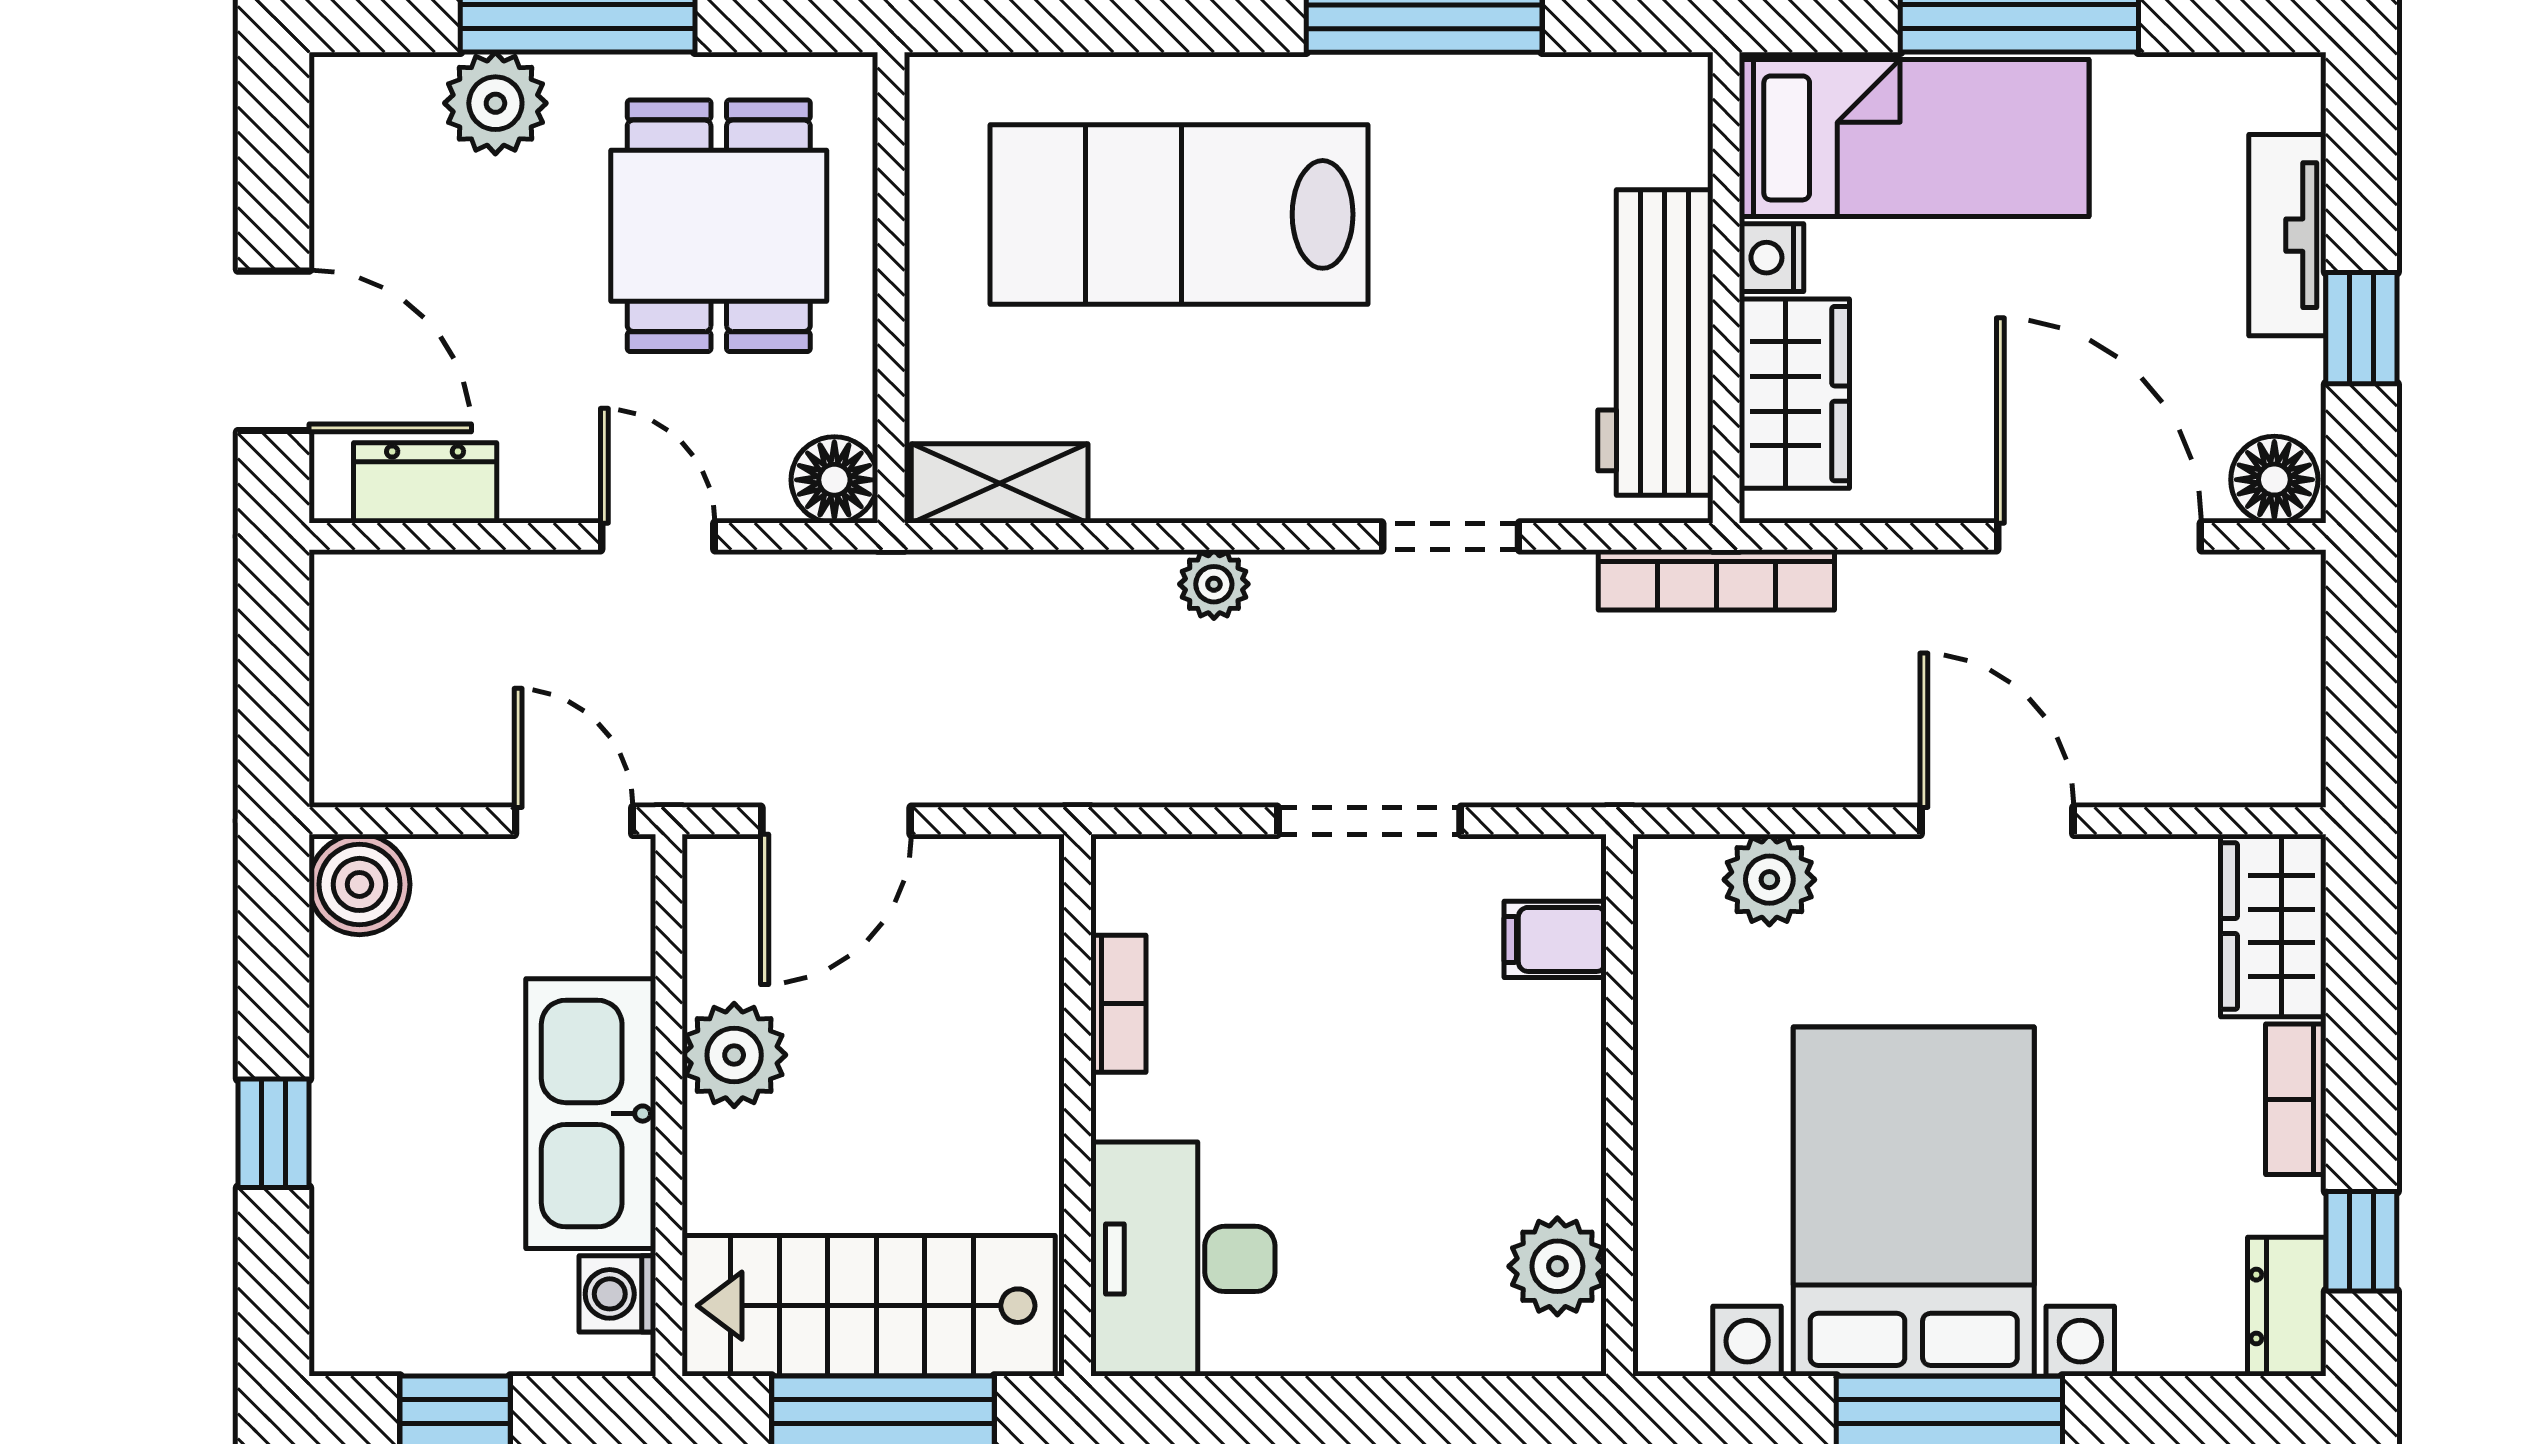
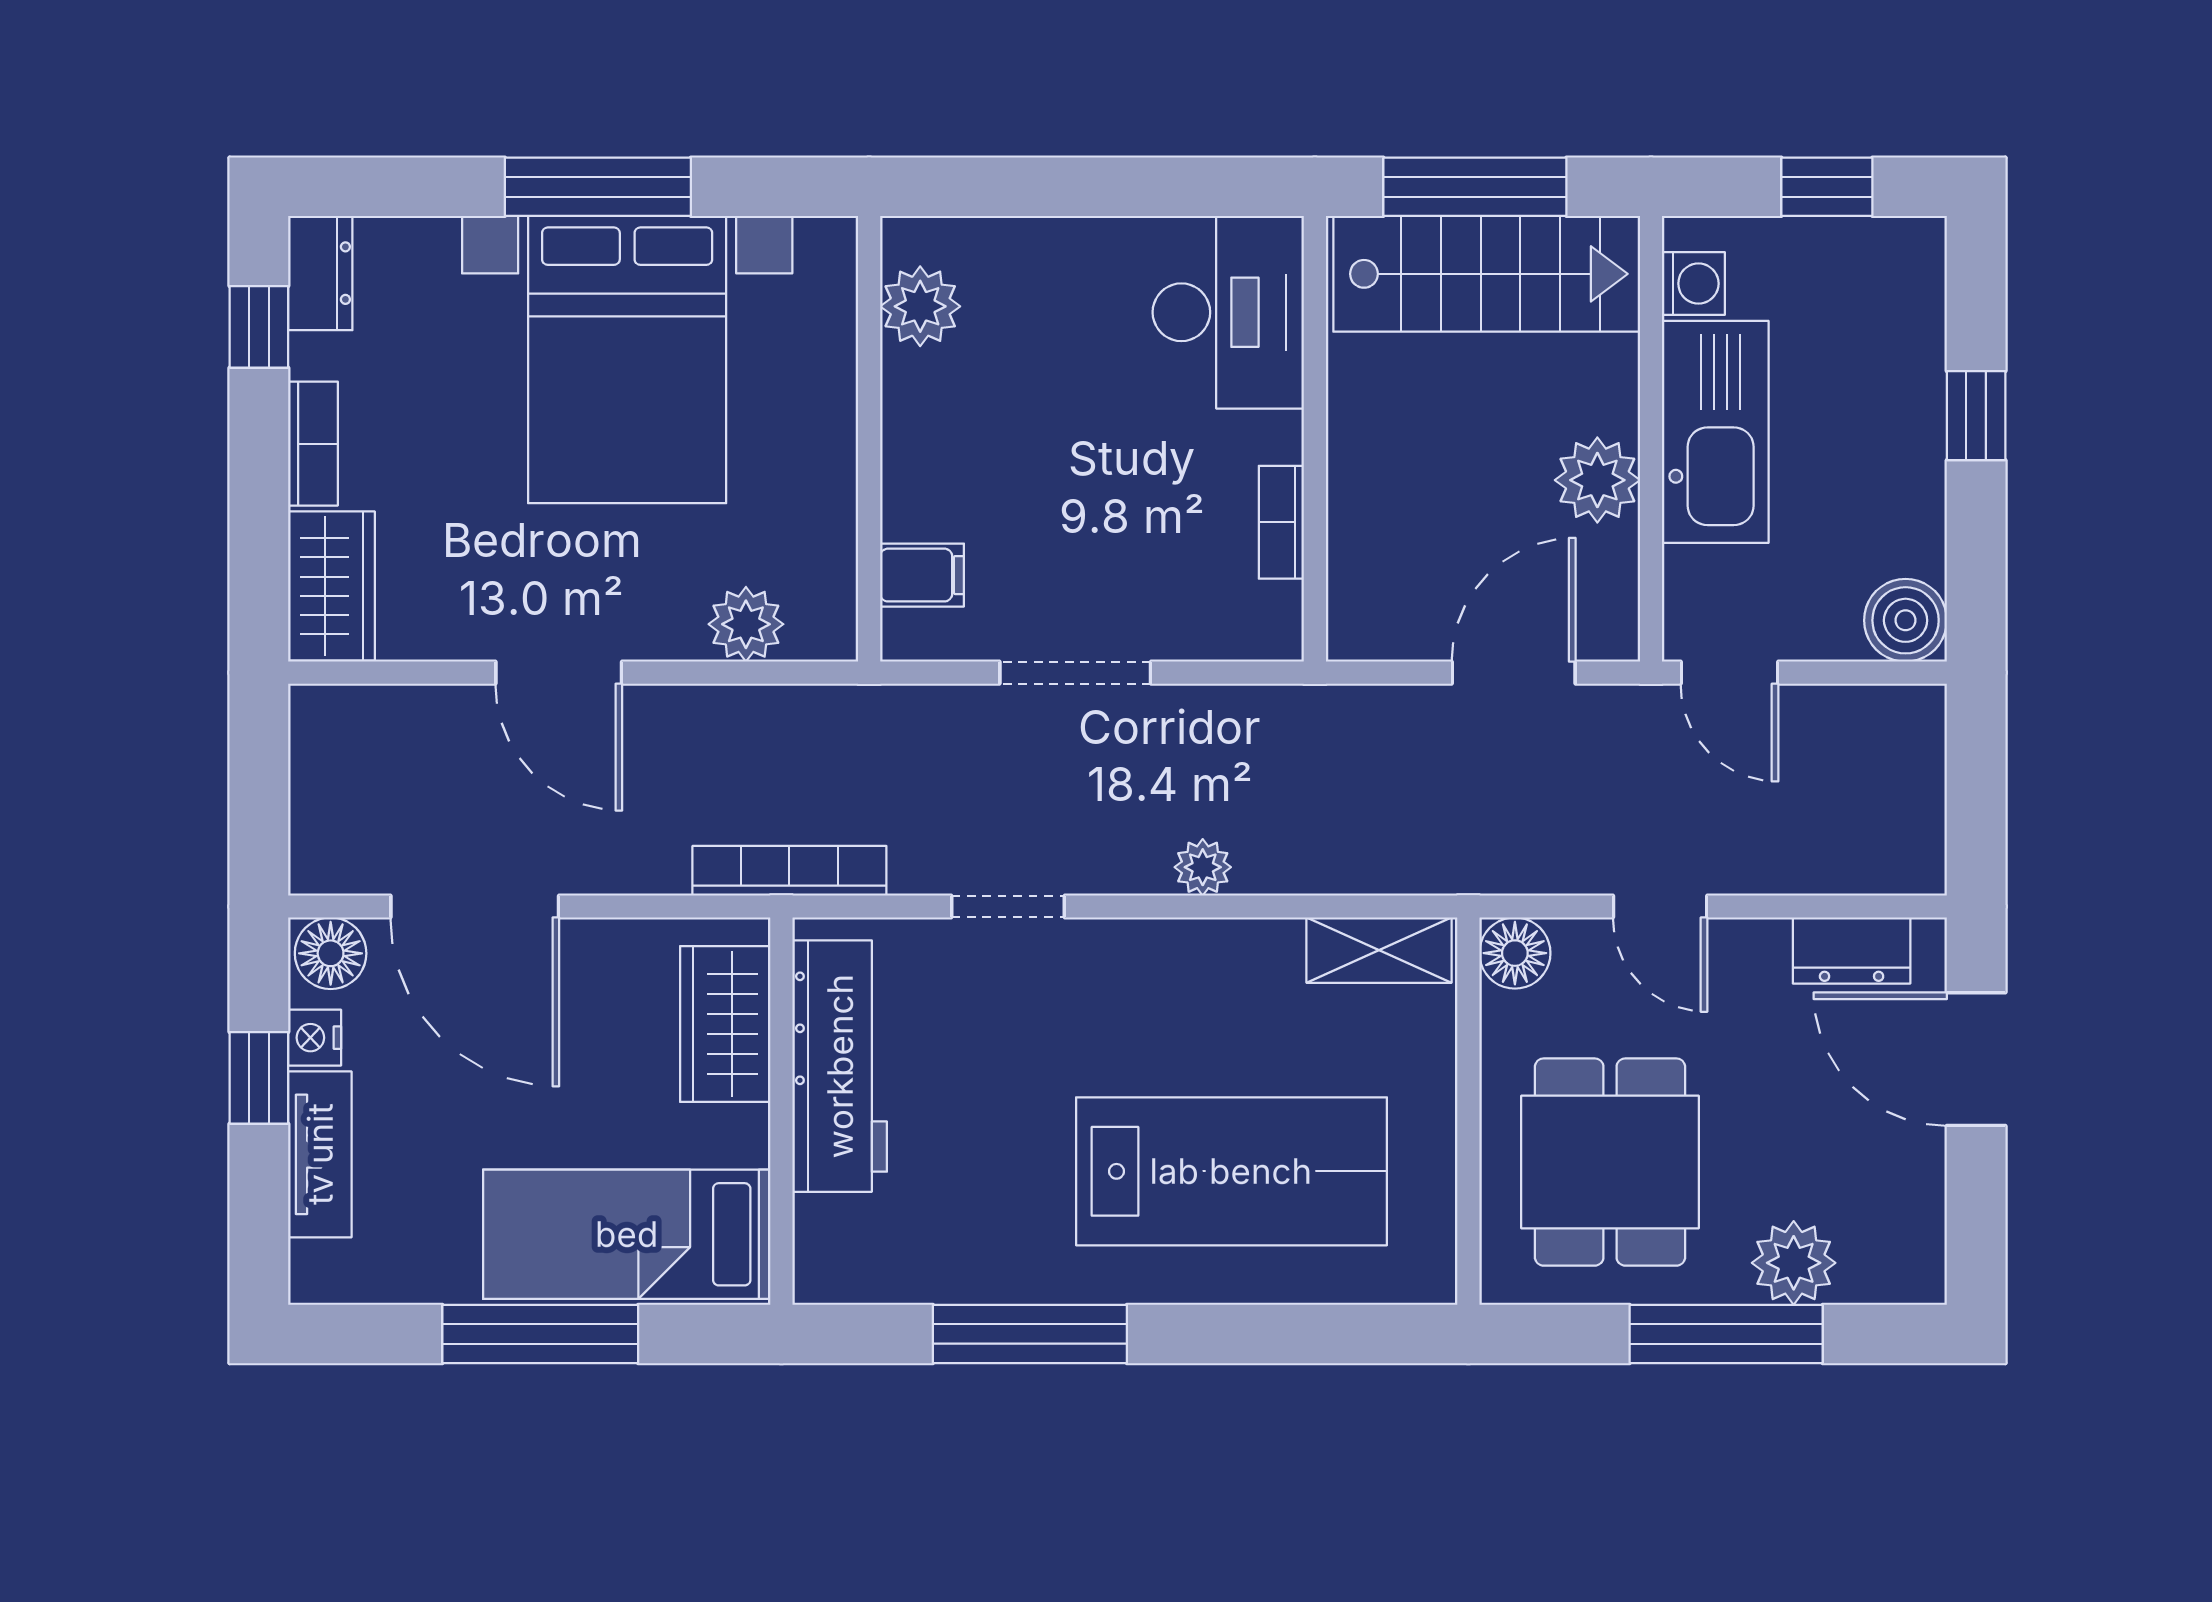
nightstand: (1772, 258) -> (315, 1038), moved, turned 180

